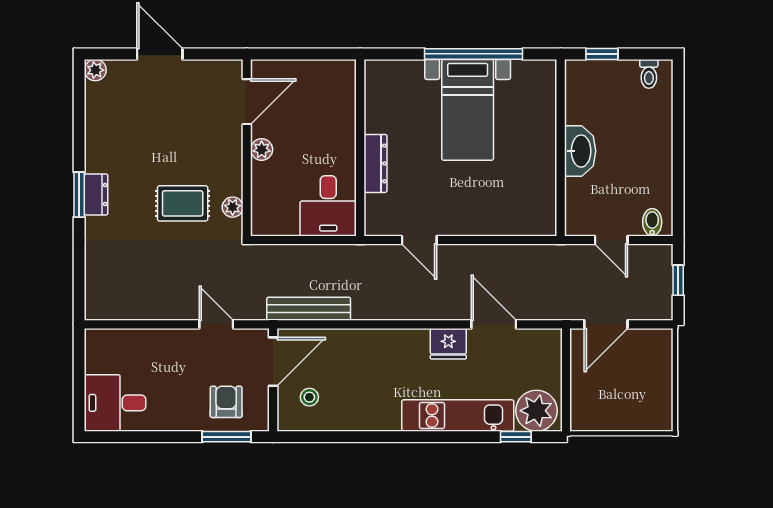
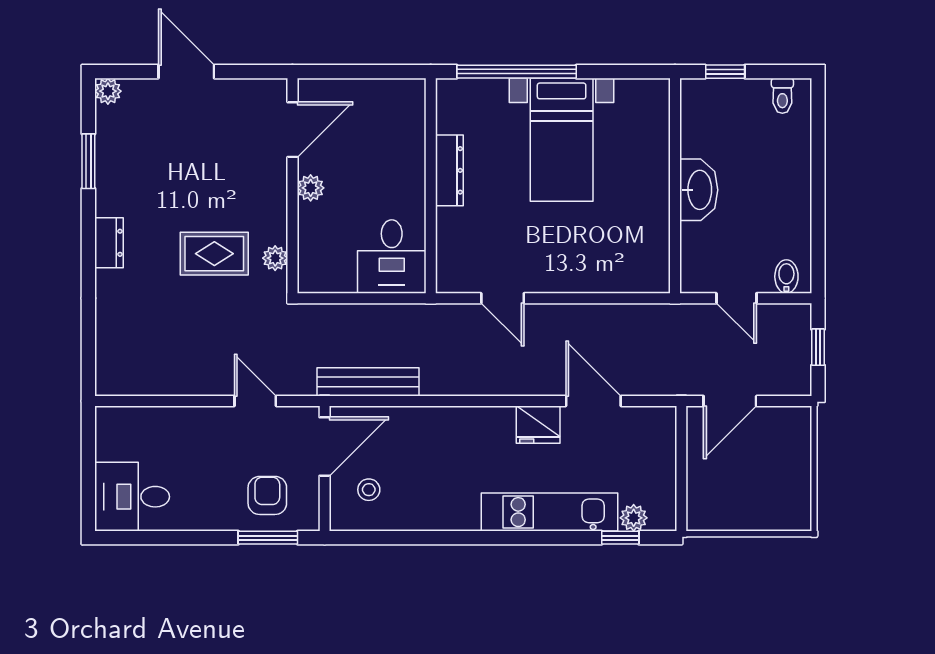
window: (473, 54) -> (517, 72), moved
dresser: (376, 163) -> (449, 170), moved
window: (79, 195) -> (88, 161), moved
plant: (536, 411) -> (634, 518), width x0.53, depth x0.53

